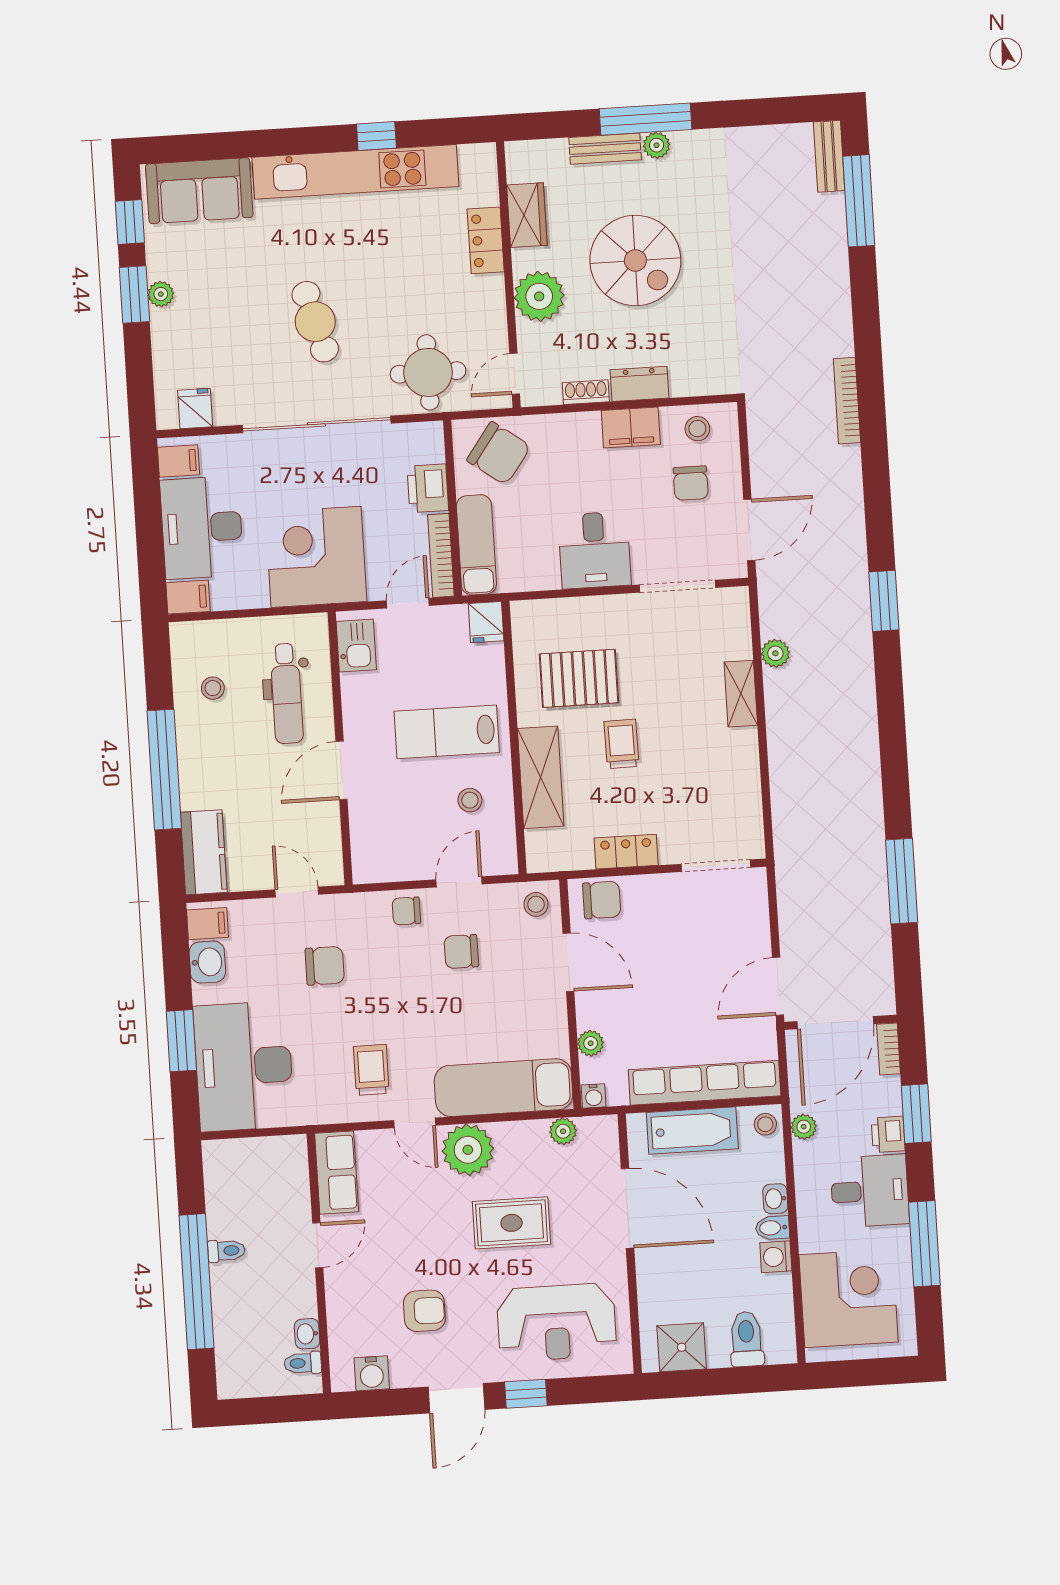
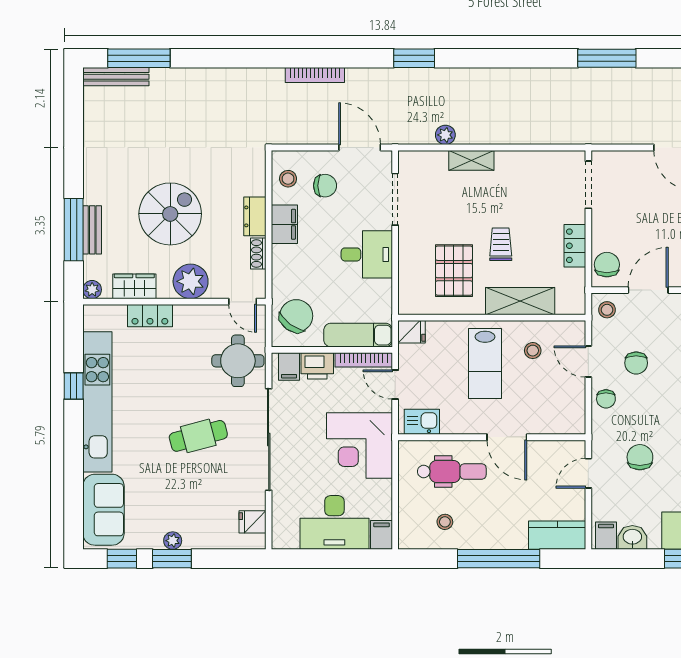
window: (646, 119) -> (74, 230), moved
plant: (657, 145) -> (92, 290), moved
bench: (829, 156) -> (116, 77), width x1.36
bookcase: (847, 401) -> (315, 75), moved
filing cabinet: (179, 461) -> (289, 366), moved, turned 180
trolley: (622, 744) -> (501, 244), turned 91

